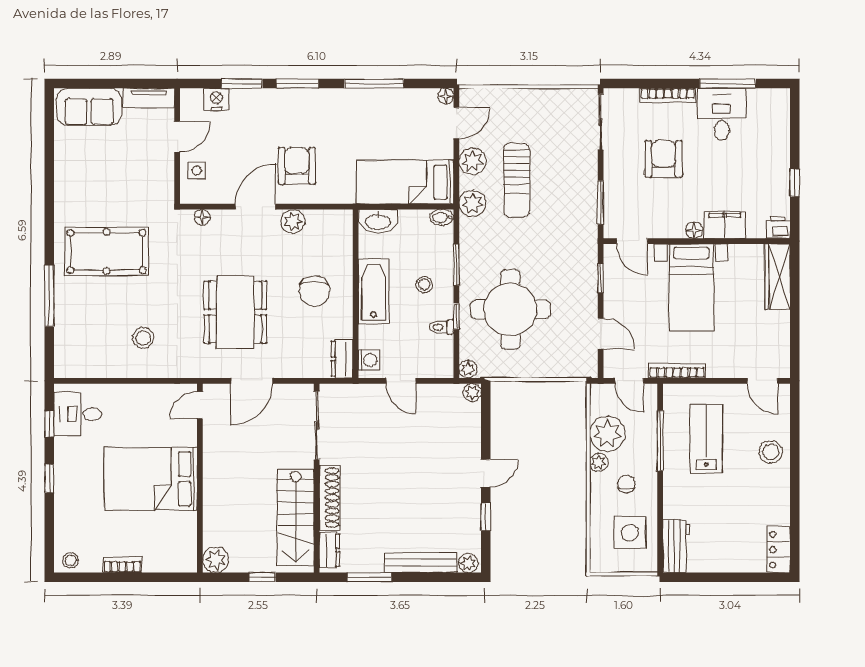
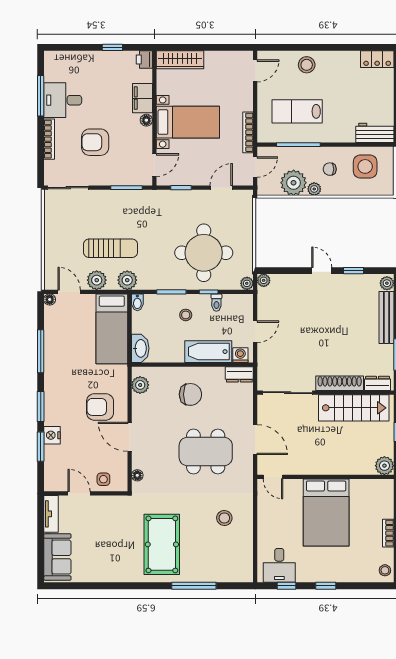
nightstand: (216, 99) -> (52, 435), moved
plant: (293, 221) -> (140, 385), moved
bathtub: (374, 291) -> (208, 352), moved

